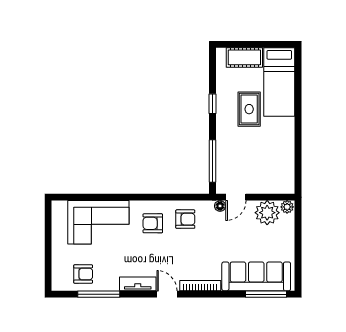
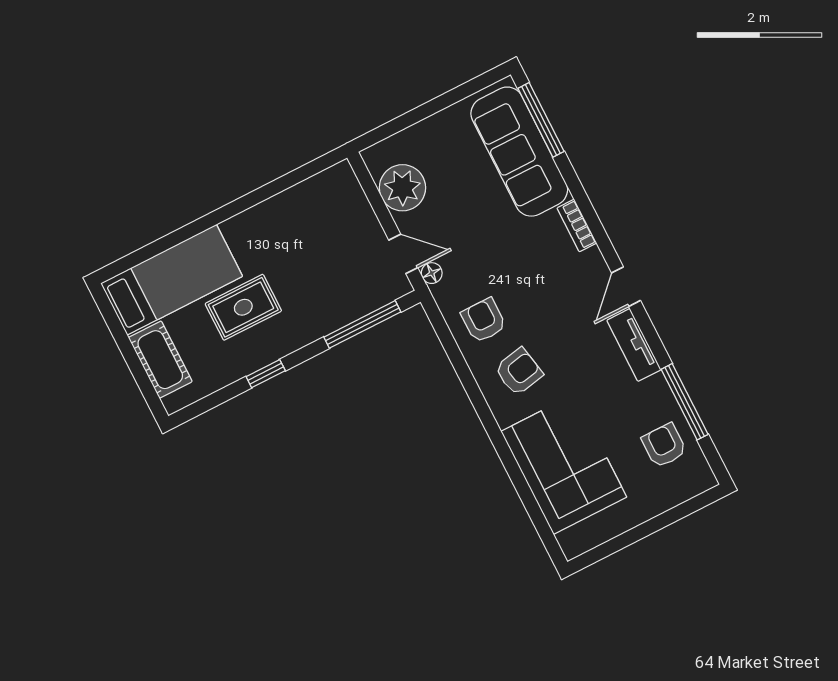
plant: (287, 207) -> (376, 159), removed
armchair: (153, 223) -> (519, 372), turned -101
bookcase: (200, 286) -> (577, 226), width x0.64

